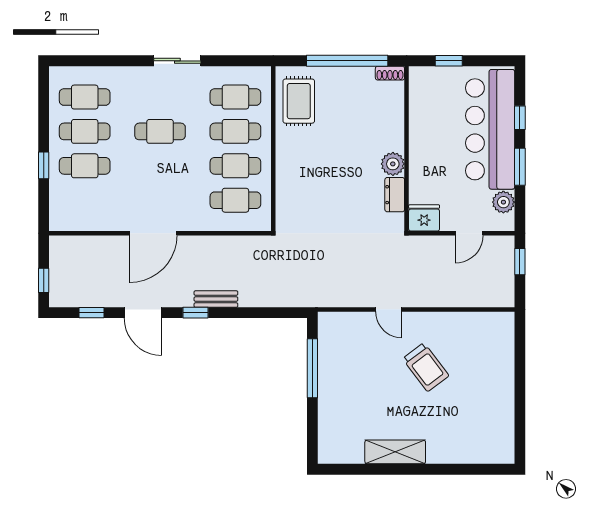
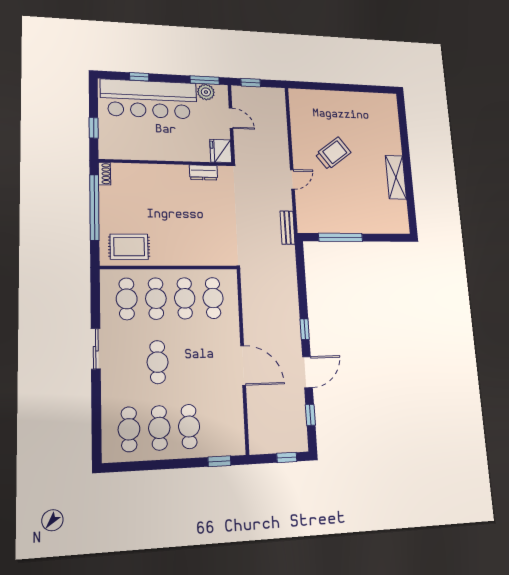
plant: (393, 164) -> (179, 173), removed
window: (44, 165) -> (219, 461), moved
window: (520, 167) -> (205, 80), moved
bench: (216, 299) -> (288, 228), moved

